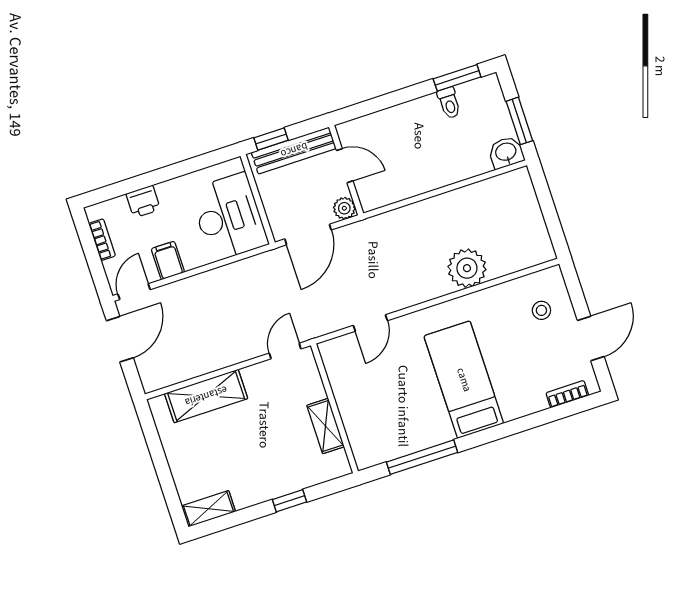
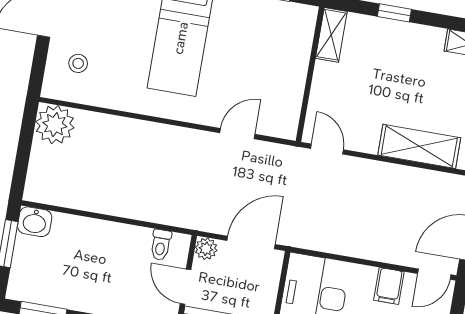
toilet: (449, 103) -> (161, 245), moved, turned 180
plant: (467, 268) -> (55, 125), moved
door: (285, 351) -> (327, 149), swing flipped
shelving: (326, 426) -> (331, 35), moved

